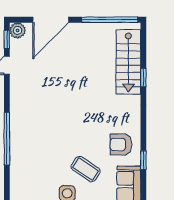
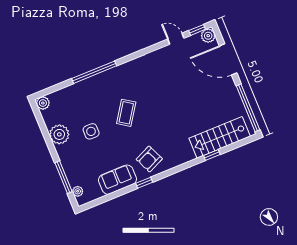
window: (7, 139) -> (94, 72), moved
armchair: (121, 144) -> (149, 159), turned -114
coffee table: (86, 169) -> (126, 113), moved

